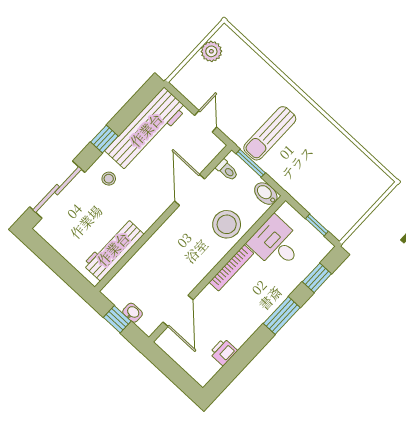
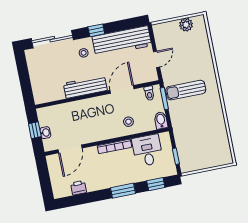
stool: (227, 224) -> (128, 122), width x0.53, depth x0.53
workbench: (113, 249) -> (85, 87), moved

